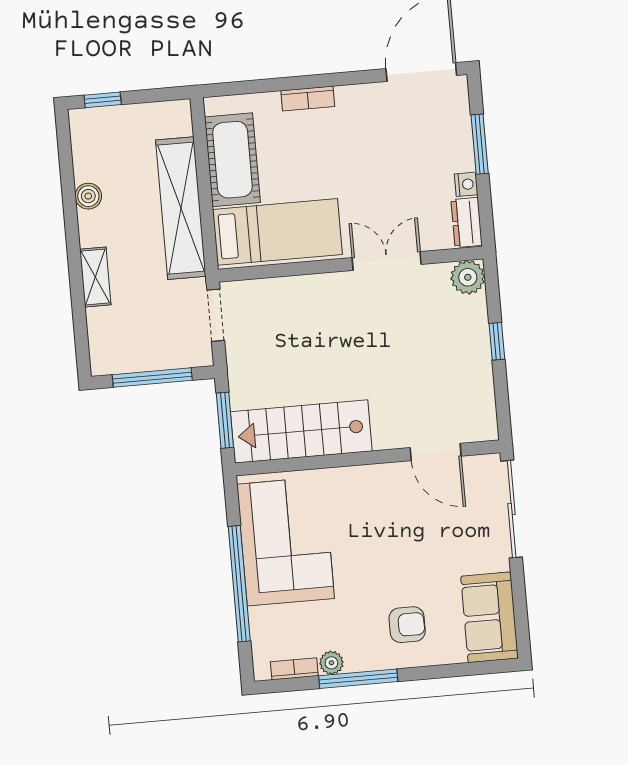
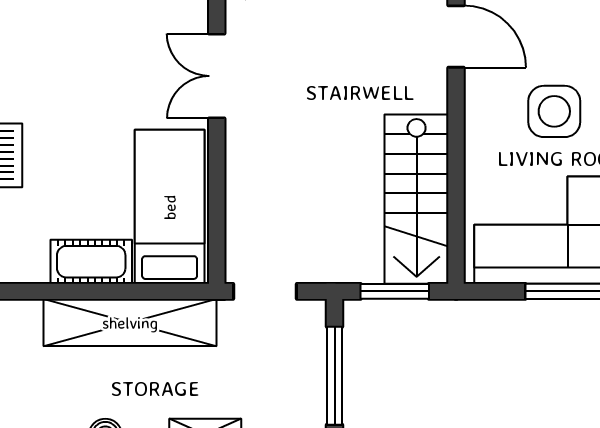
cot: (232, 160) -> (91, 262), width x0.73, depth x0.75
door: (436, 452) -> (456, 36), hinge flipped
side table: (382, 537) -> (554, 111), added

